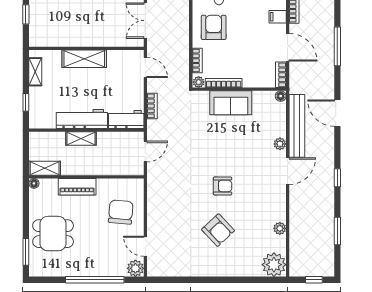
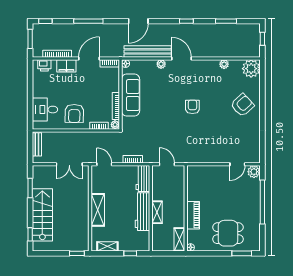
window: (26, 14) -> (77, 253), moved
filing cabinet: (278, 17) -> (66, 66), width x2.00
armchair: (214, 27) -> (74, 113), turned -89
door: (145, 68) -> (104, 164), hinge flipped
sofa: (231, 103) -> (131, 95), width x1.36
chair: (121, 212) -> (212, 183), removed
armchair: (218, 230) -> (242, 105), moved
dining table: (53, 234) -> (228, 233), turned 90

